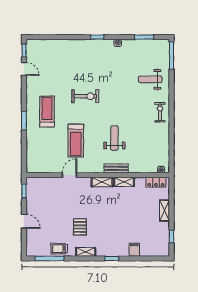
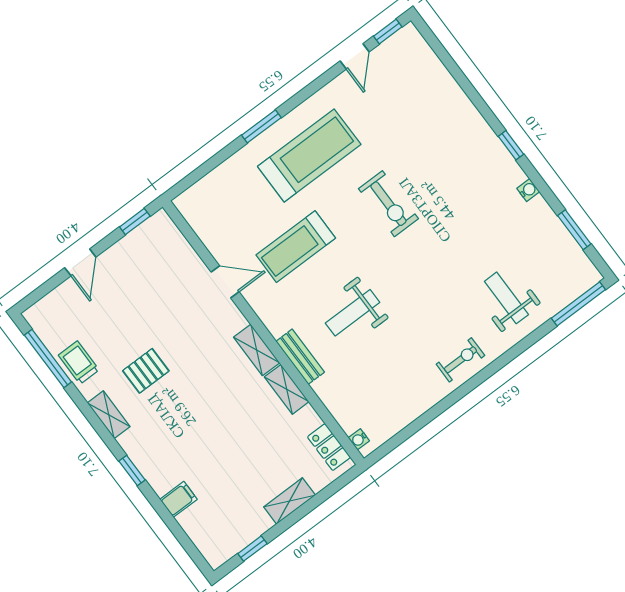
treadmill: (47, 111) -> (309, 155), width x1.37, depth x1.38
weight bench: (114, 138) -> (353, 313), turned 180

